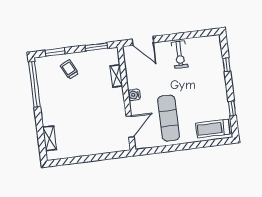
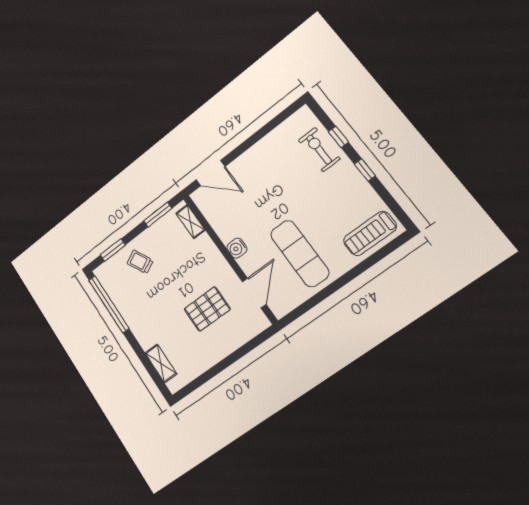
exercise bike: (180, 55) -> (319, 150), moved, turned 180
shelving: (116, 76) -> (190, 222), moved
window: (232, 108) -> (365, 170), moved
pallet: (97, 121) -> (207, 309), added

